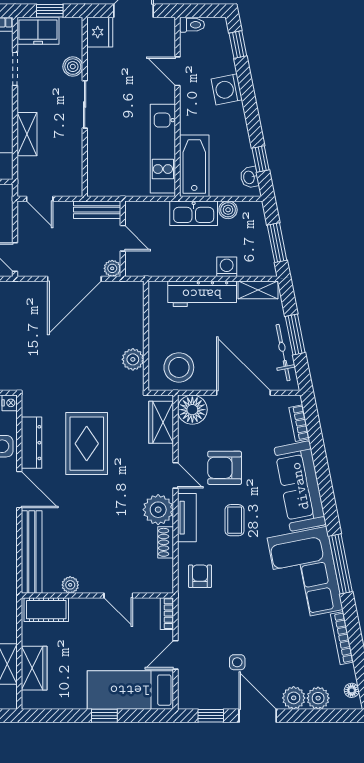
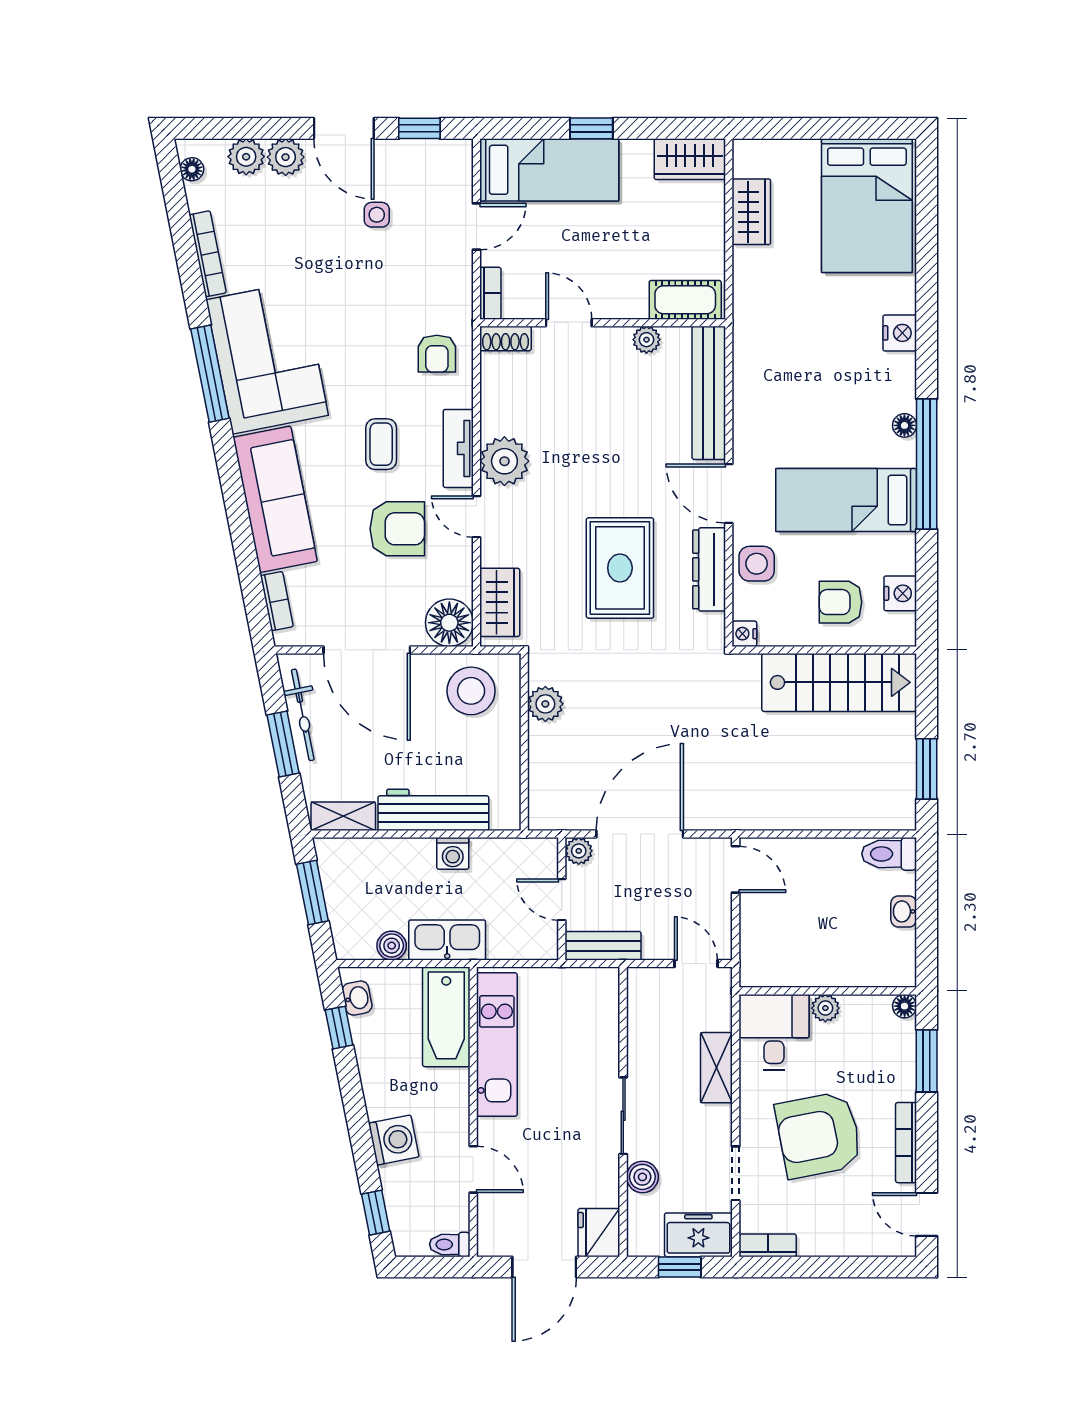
washing machine: (227, 267) -> (453, 853), moved
shoe rack: (166, 542) -> (506, 338), moved, turned 90
wardrobe: (34, 668) -> (690, 159), moved, turned -90

